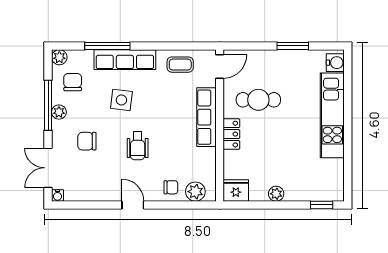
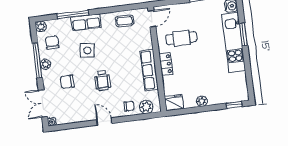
row of seats: (125, 60) -> (86, 22), width x0.68
window: (348, 106) -> (243, 34), added
row of seats: (207, 117) -> (149, 70), moved

